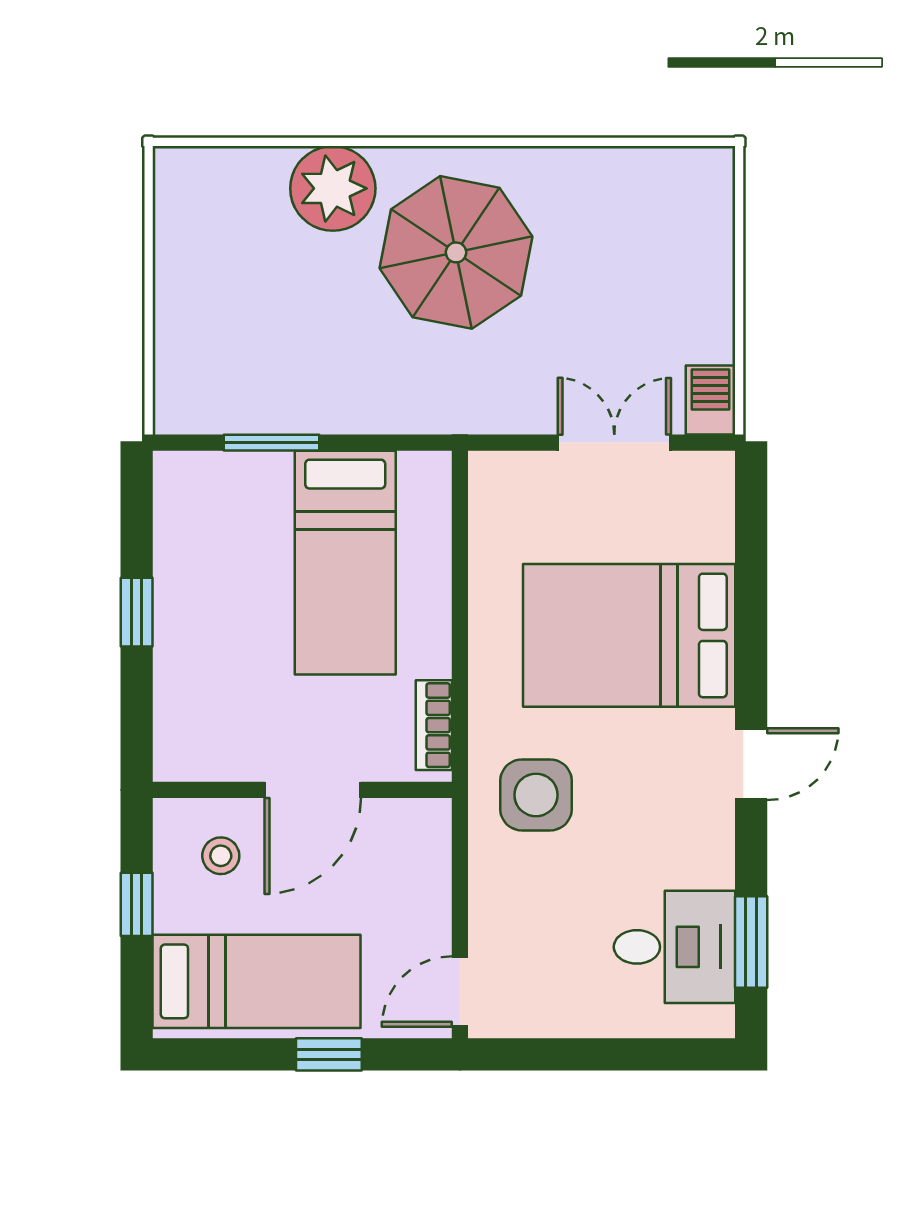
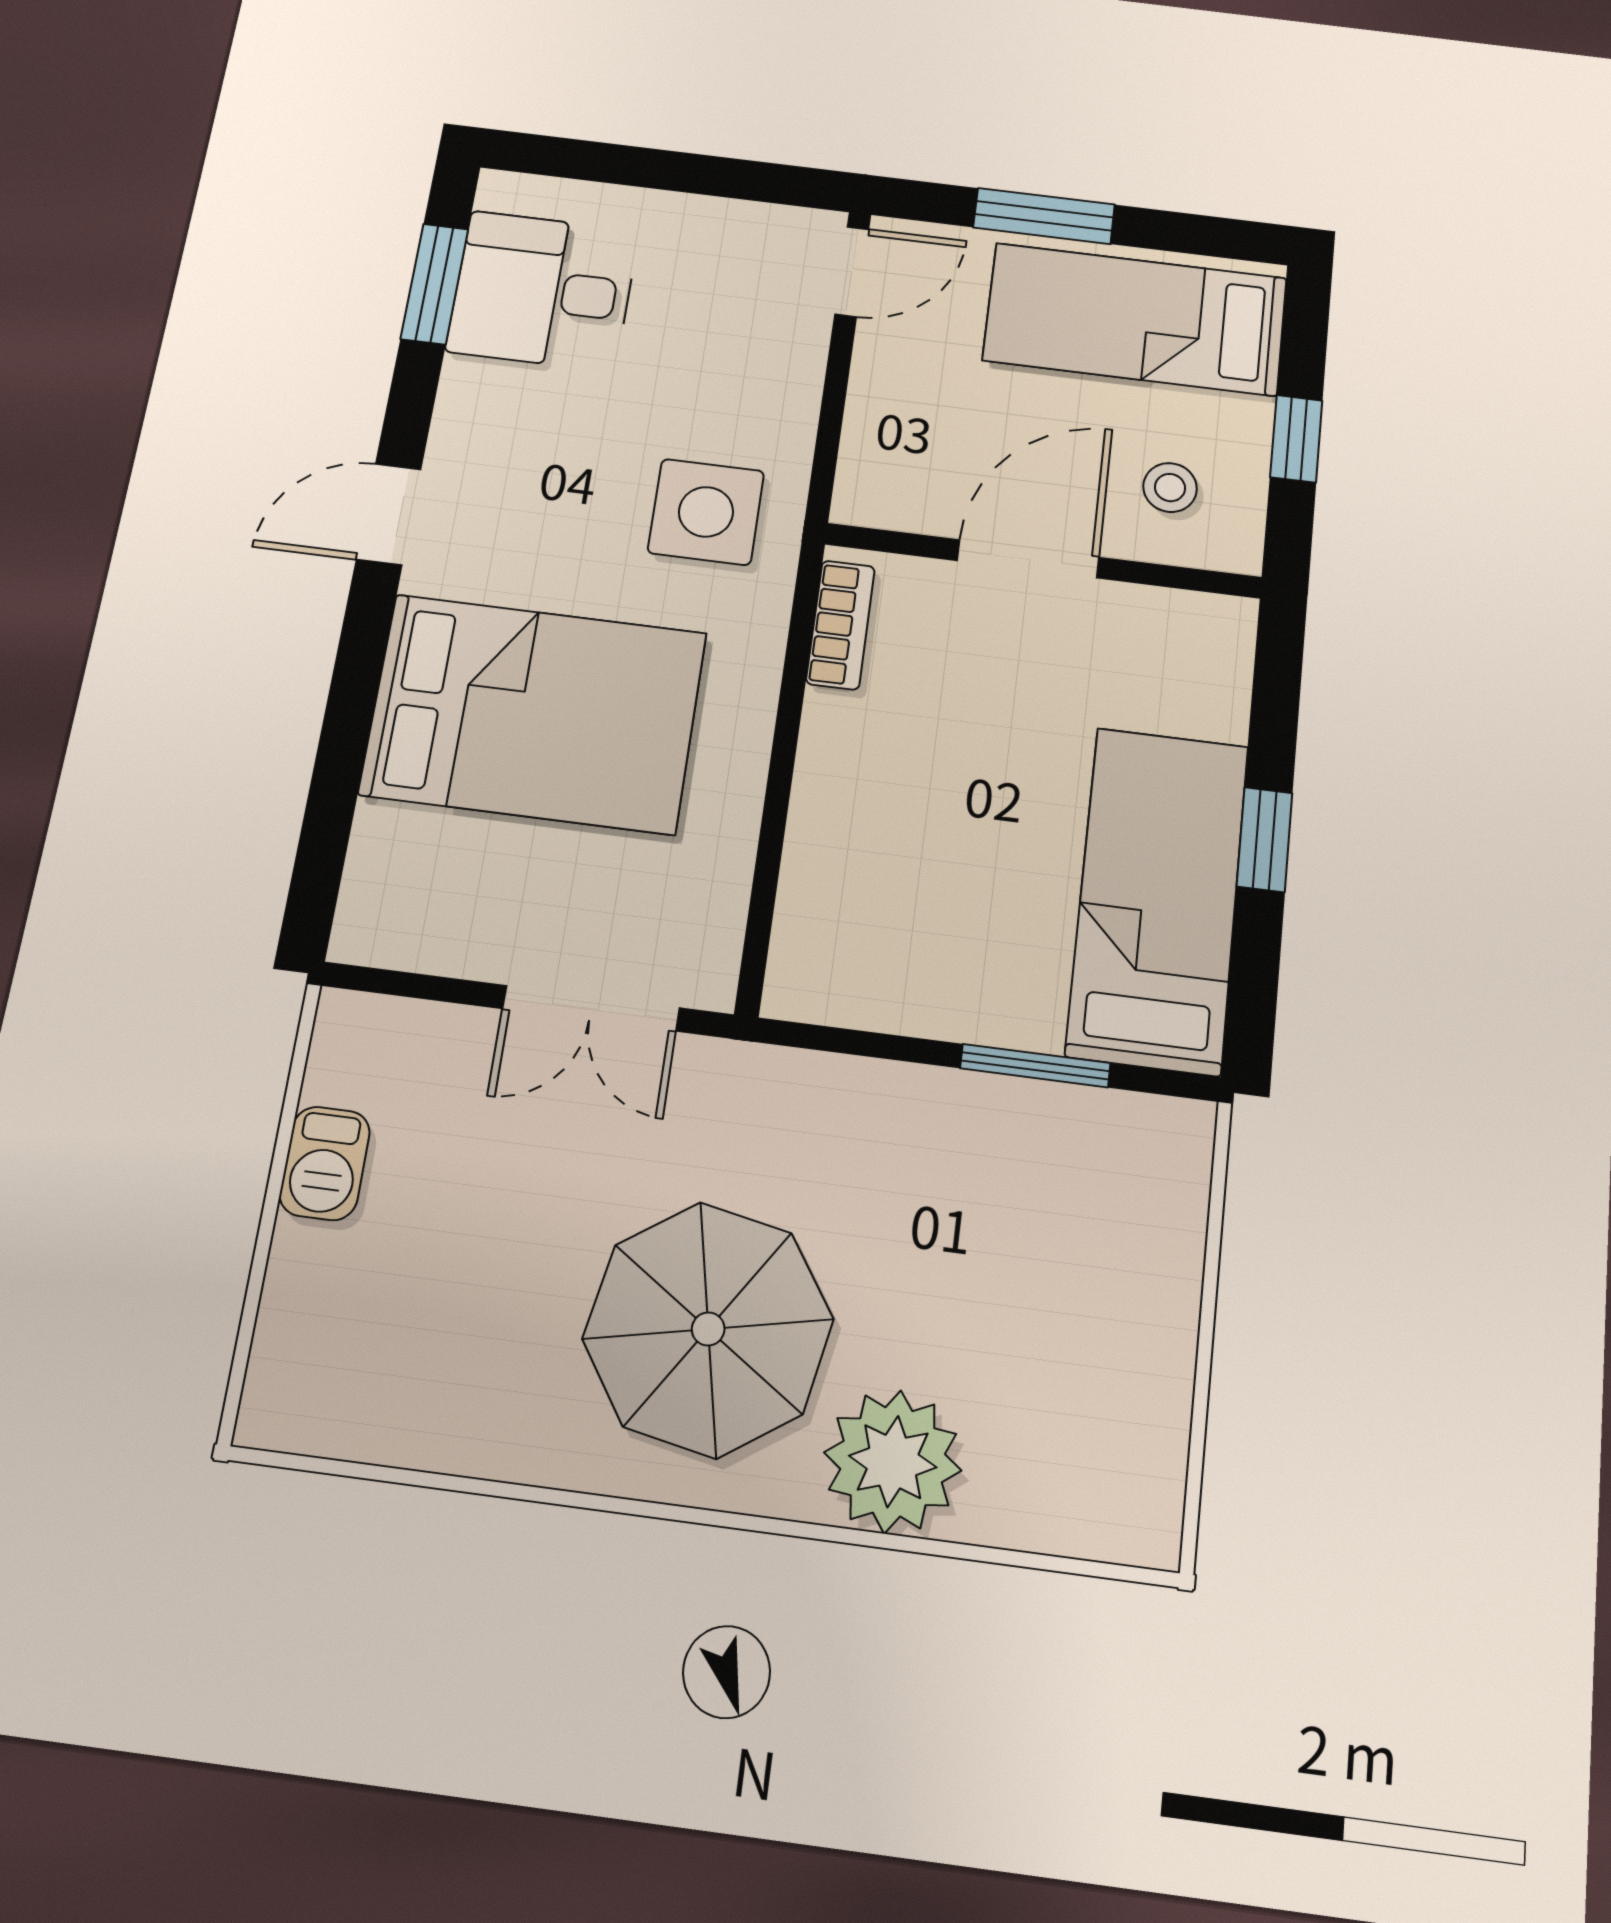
barbecue: (711, 400) -> (325, 1163), moved
double door: (614, 443) -> (591, 1008), moved
bed: (345, 563) -> (1158, 899), moved
window: (329, 1054) -> (1044, 216), width x1.50

